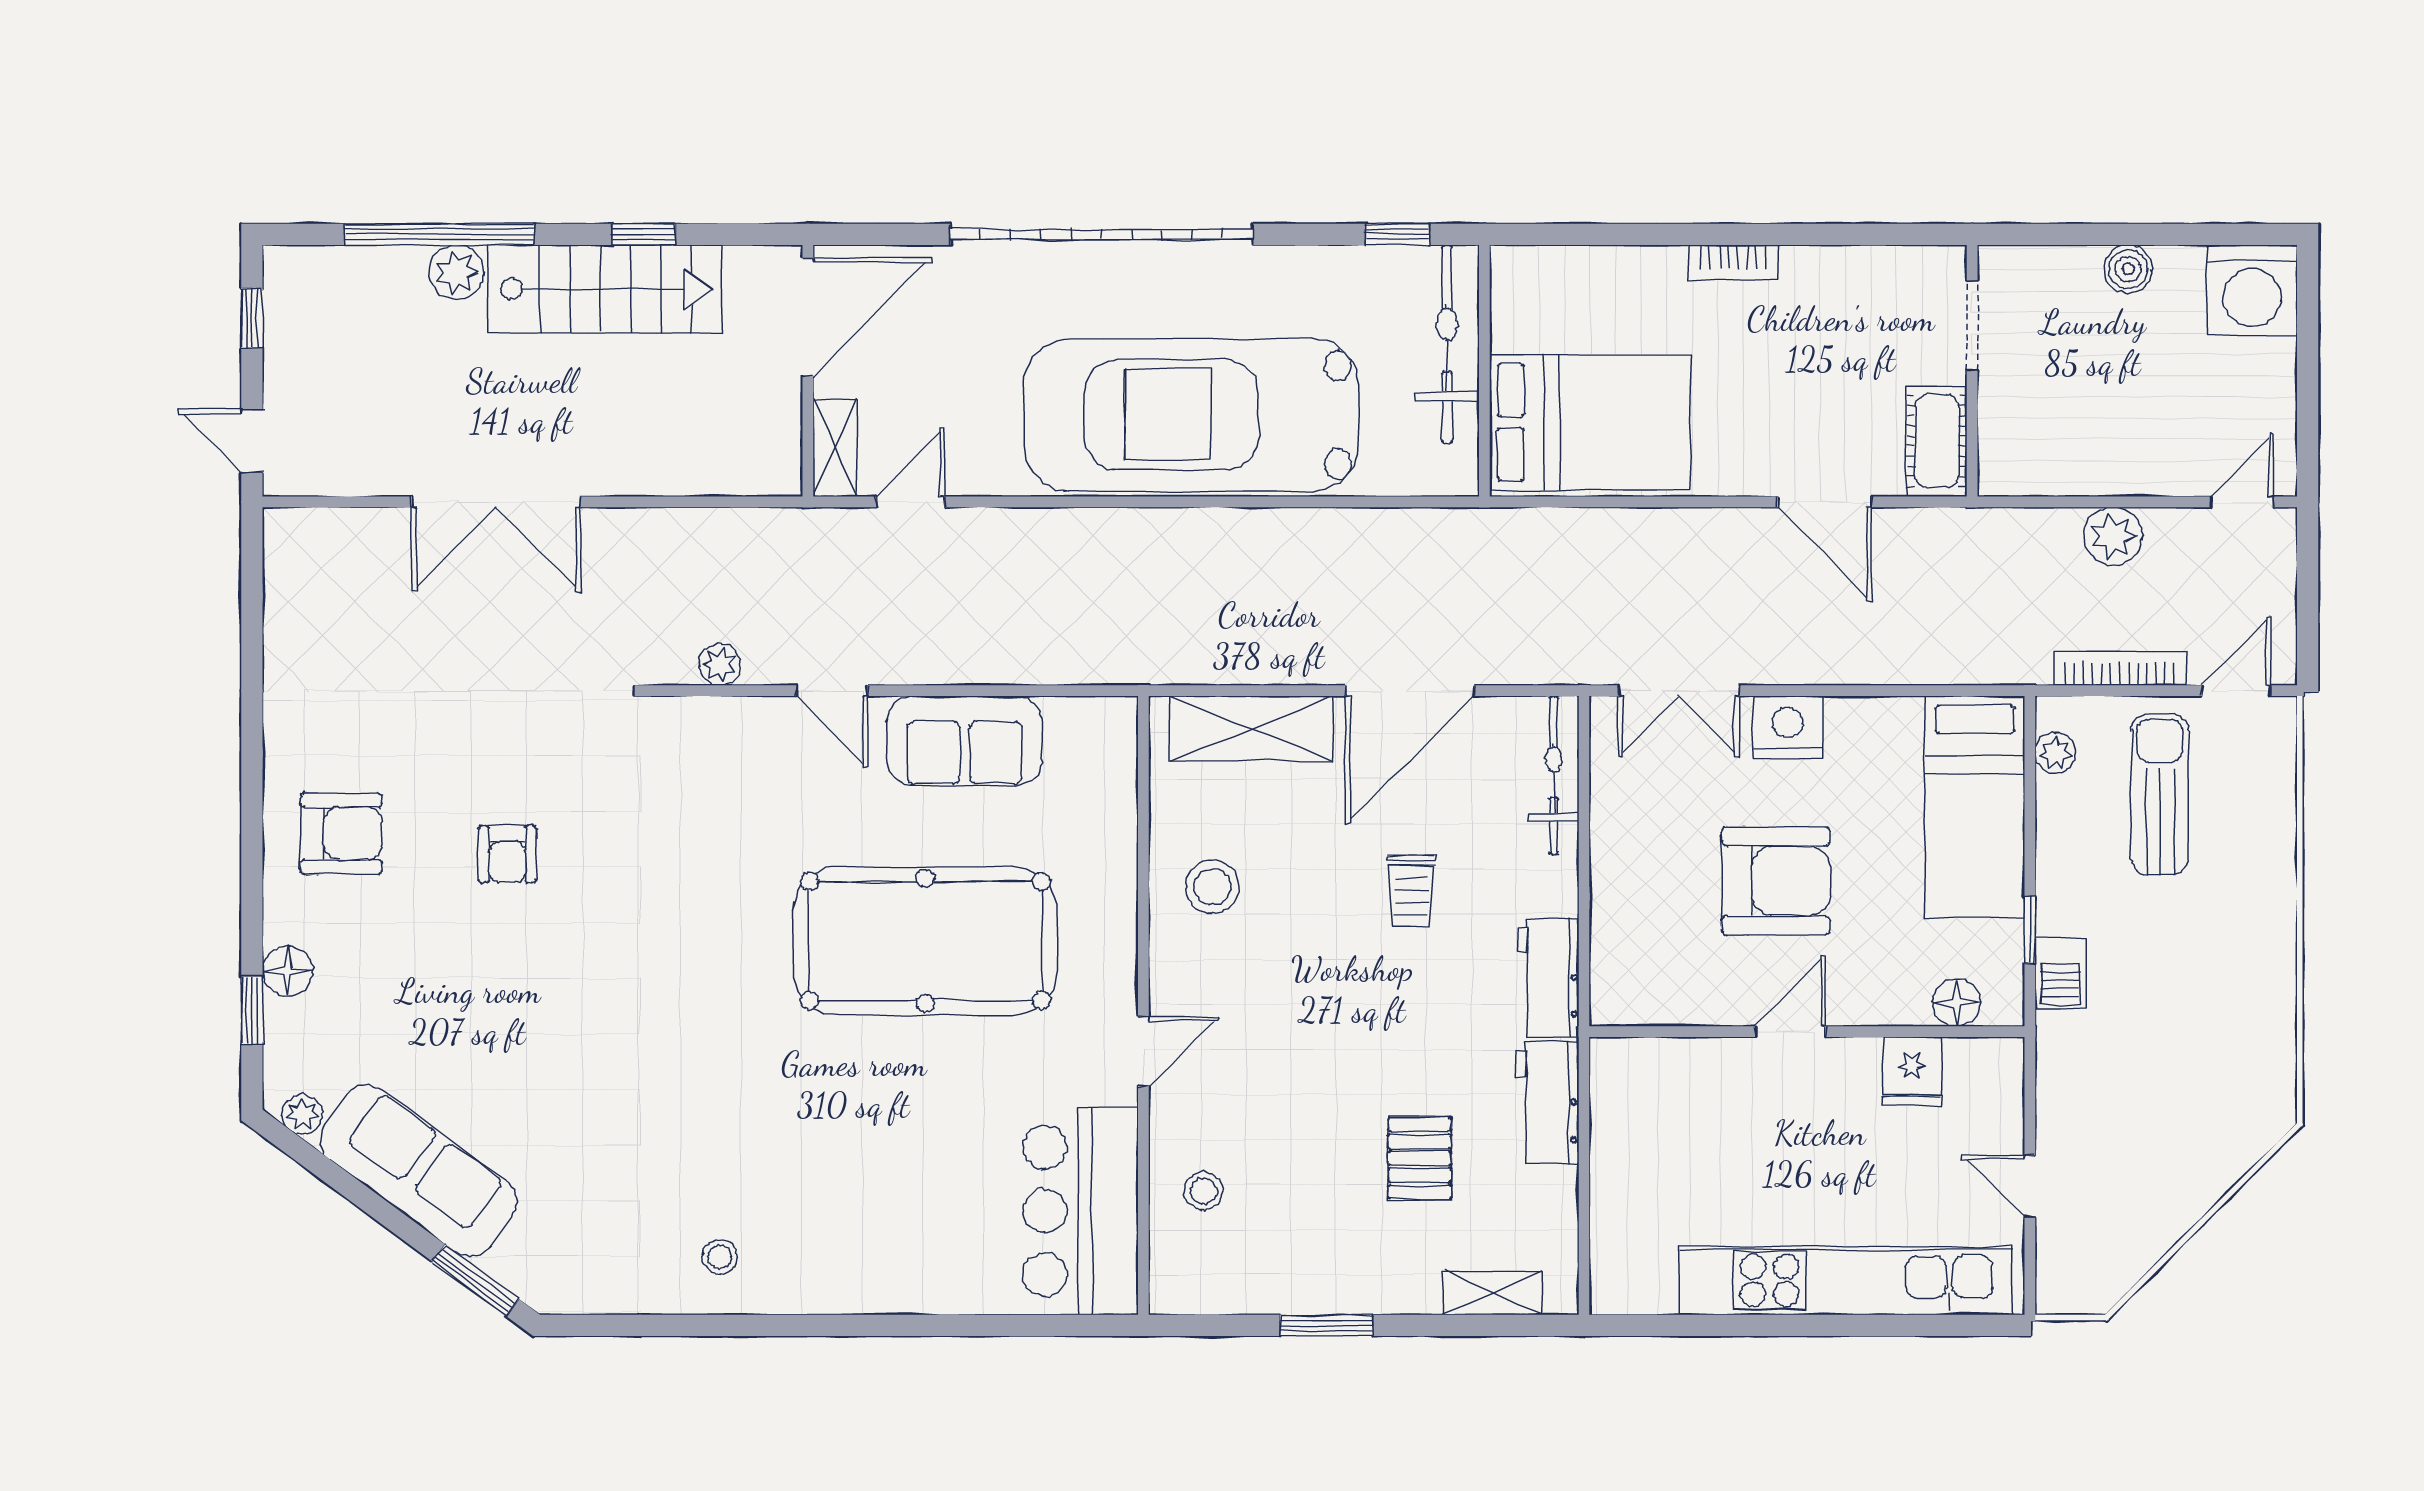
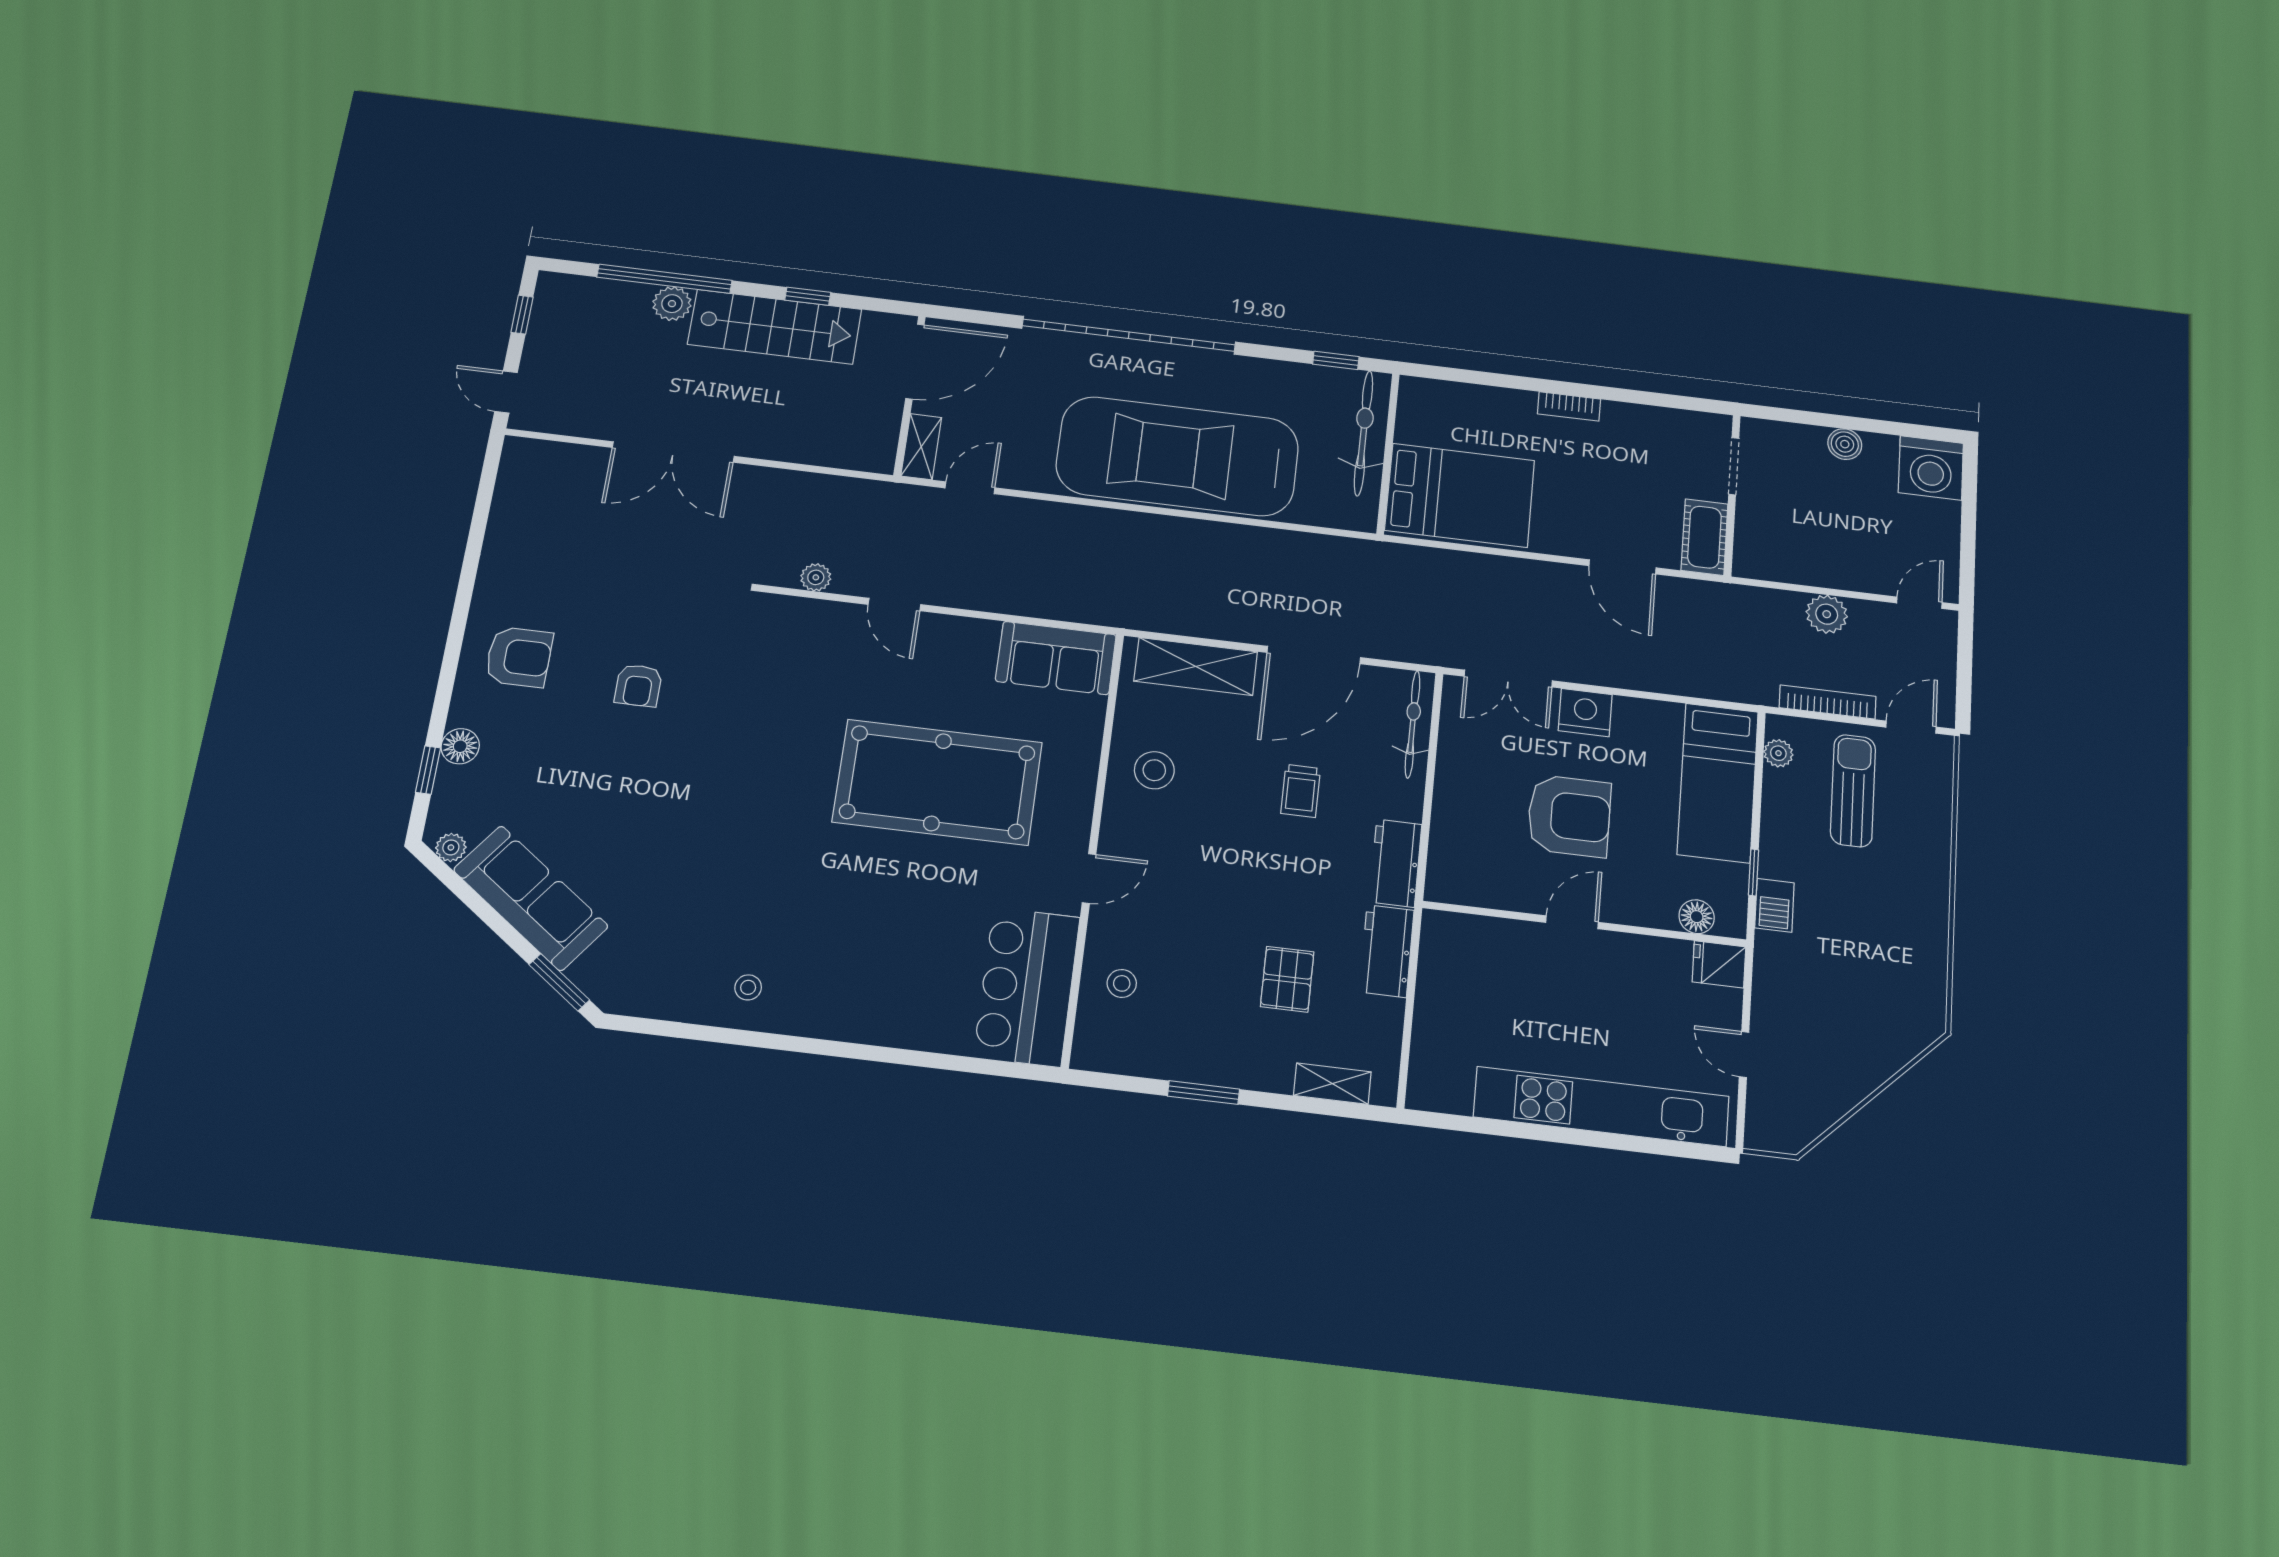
sofa: (965, 741) -> (1056, 658), moved
fridge: (1912, 1071) -> (1719, 964), moved, turned 90

